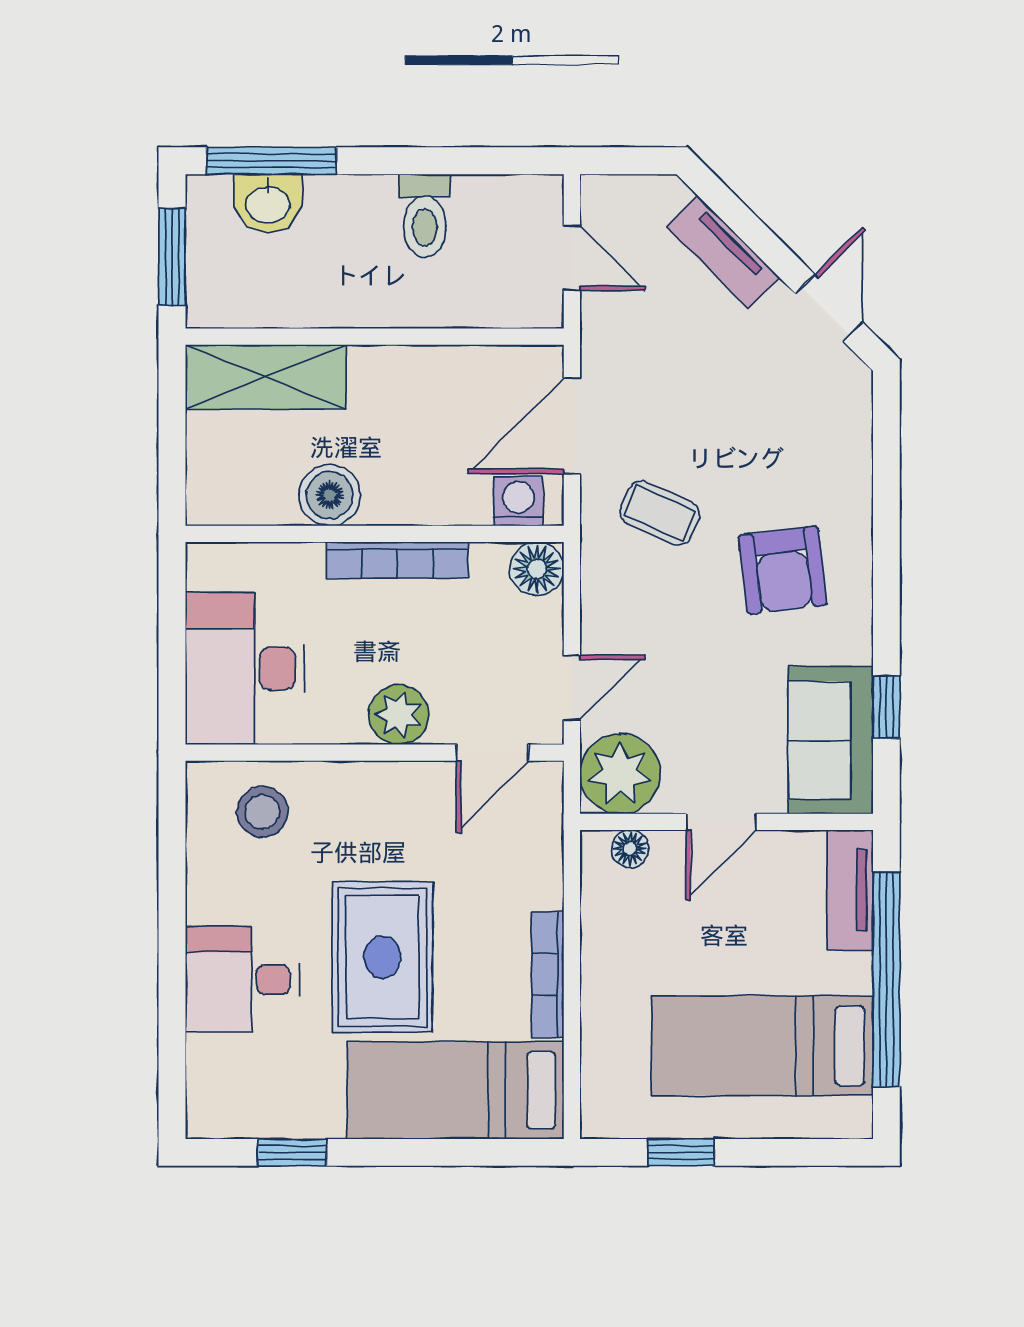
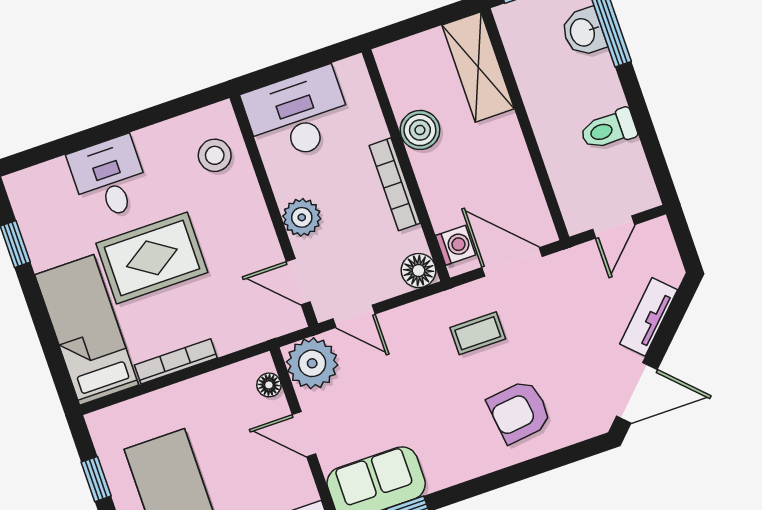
door: (829, 308) -> (637, 393), width x1.38
coffee table: (660, 513) -> (478, 333), turned 66
armchair: (783, 570) -> (519, 412), moved

